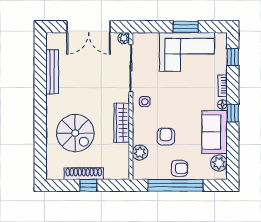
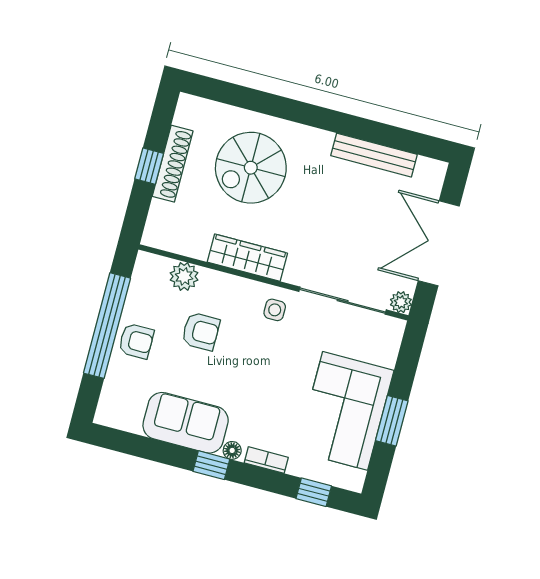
plant: (219, 163) -> (127, 416), removed
armchair: (179, 168) -> (136, 341), turned -90

